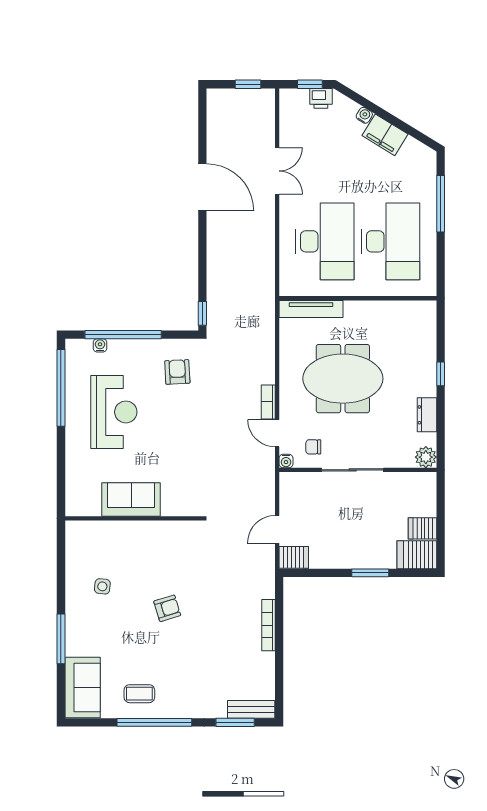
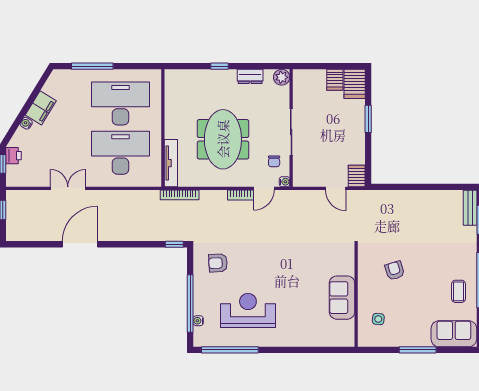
sofa: (131, 499) -> (342, 298), moved
wall: (134, 518) -> (356, 296), moved
bookcase: (268, 625) -> (180, 195), moved

